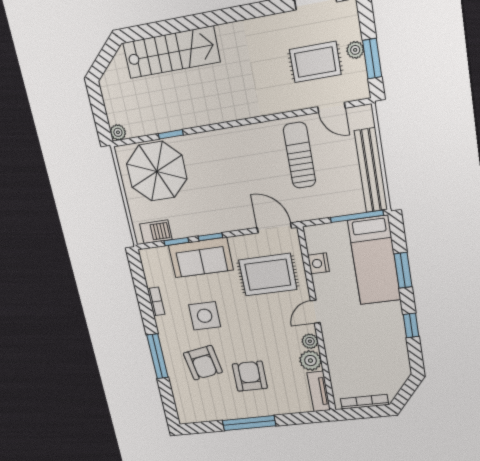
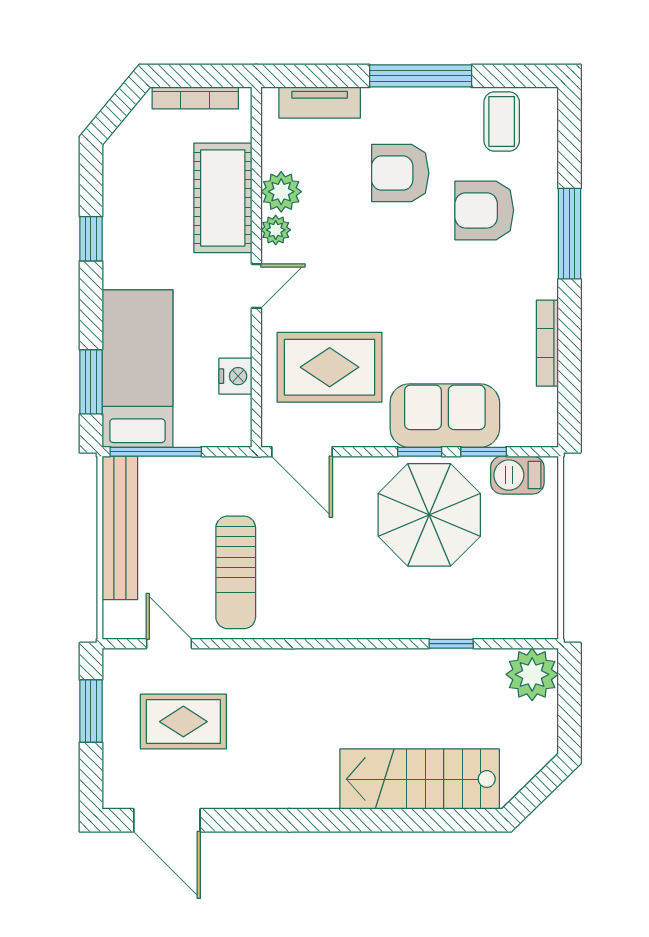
plant: (355, 50) -> (116, 729), removed
plant: (118, 132) -> (532, 674), width x1.87, depth x1.87
parasol: (157, 171) -> (429, 515), moved
window: (403, 270) -> (91, 382), moved
bookcase: (156, 301) -> (547, 343), width x1.56
side table: (205, 316) -> (461, 304), removed
cot: (341, 354) -> (223, 198), added
armchair: (203, 363) -> (484, 210), turned -80
armchair: (250, 376) -> (400, 173), turned 90
tv unit: (319, 391) -> (320, 102), moved, turned 90
coffee table: (204, 406) -> (502, 121), added

